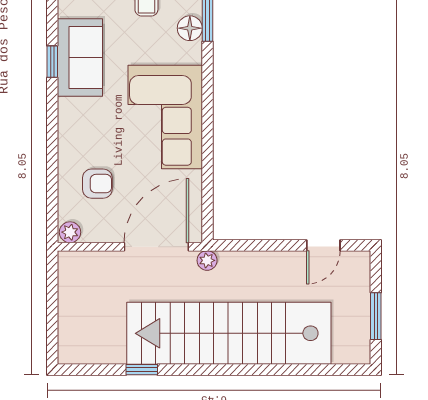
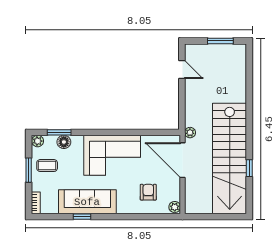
sofa: (80, 57) -> (87, 202), width x1.36
stairs: (229, 333) -> (230, 158), moved

